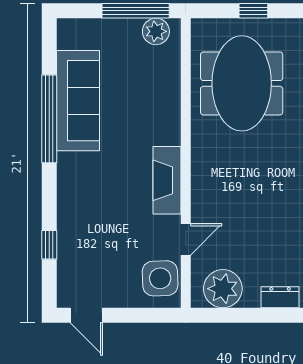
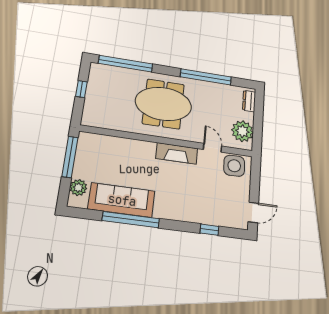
plant: (156, 31) -> (78, 188), moved
meeting table: (242, 83) -> (163, 104), moved

